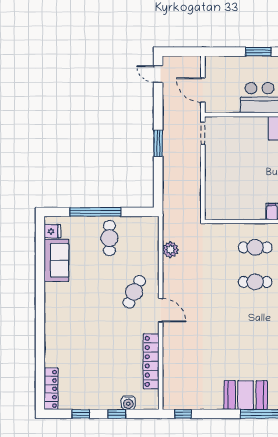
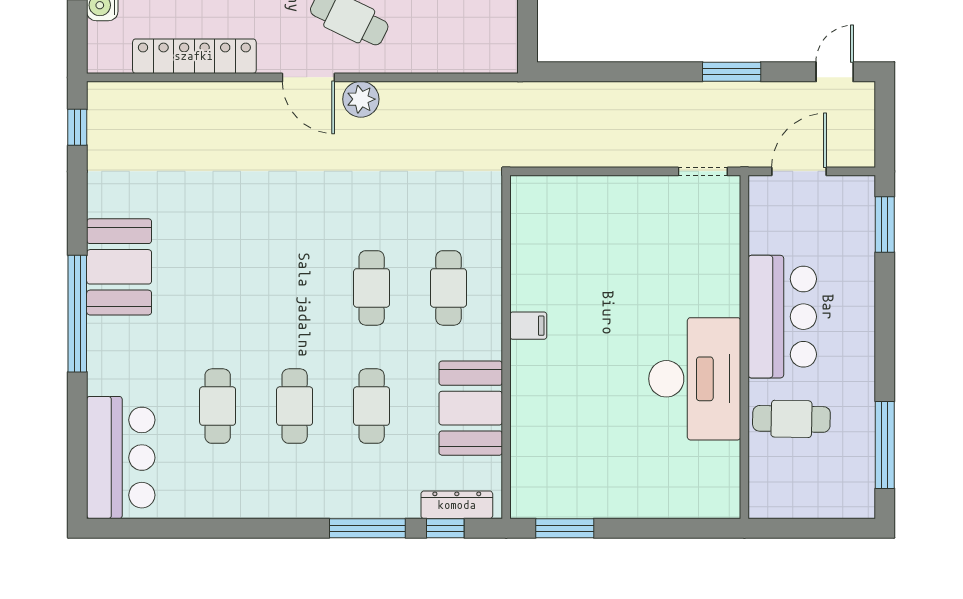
window: (258, 52) -> (885, 224), moved
window: (158, 143) -> (732, 72), moved
plant: (170, 250) -> (361, 99), moved
door: (161, 310) -> (308, 77), hinge flipped

